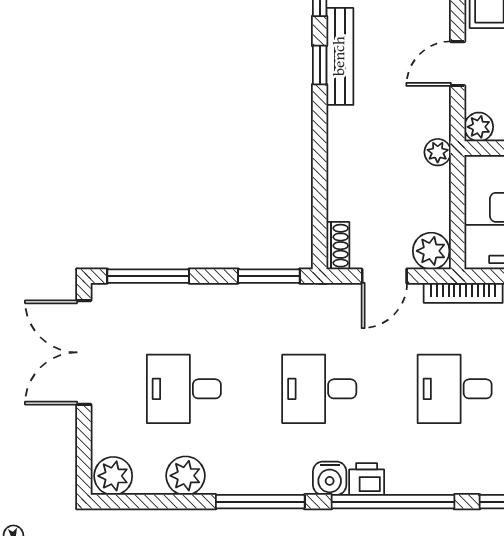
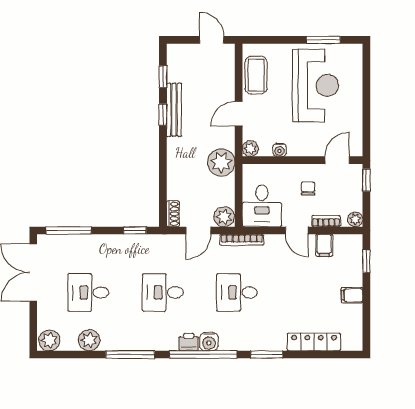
plant: (438, 152) -> (221, 162), width x1.87, depth x1.87
window: (269, 276) -> (135, 230), width x0.67
water cooler: (330, 478) -> (209, 342), moved

